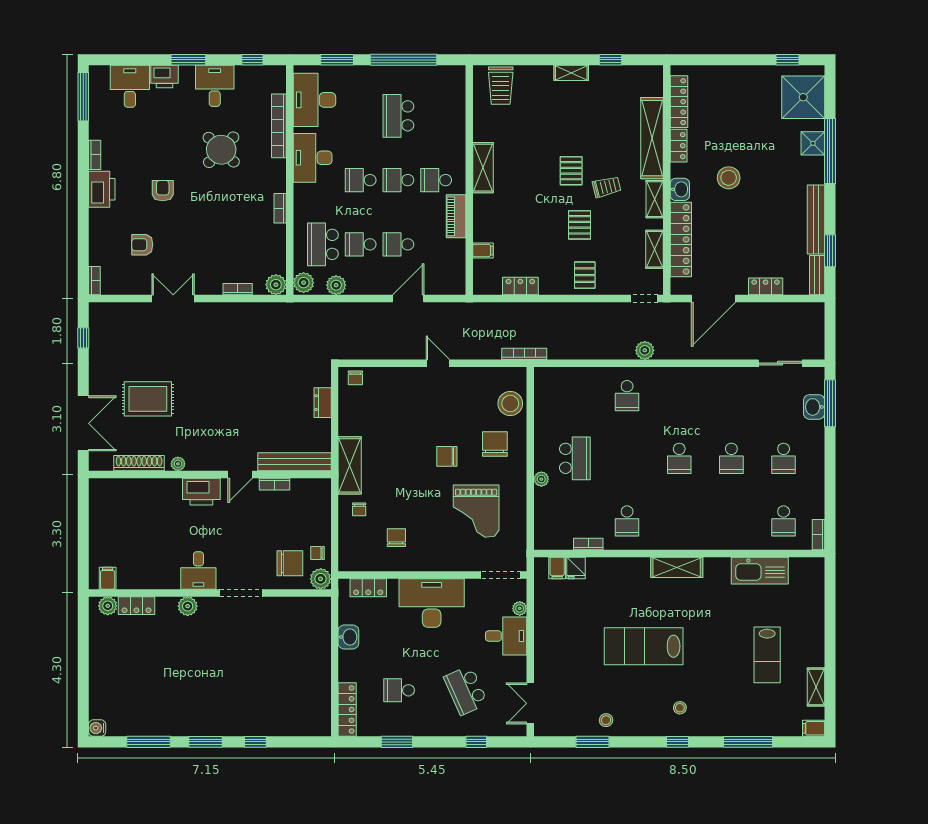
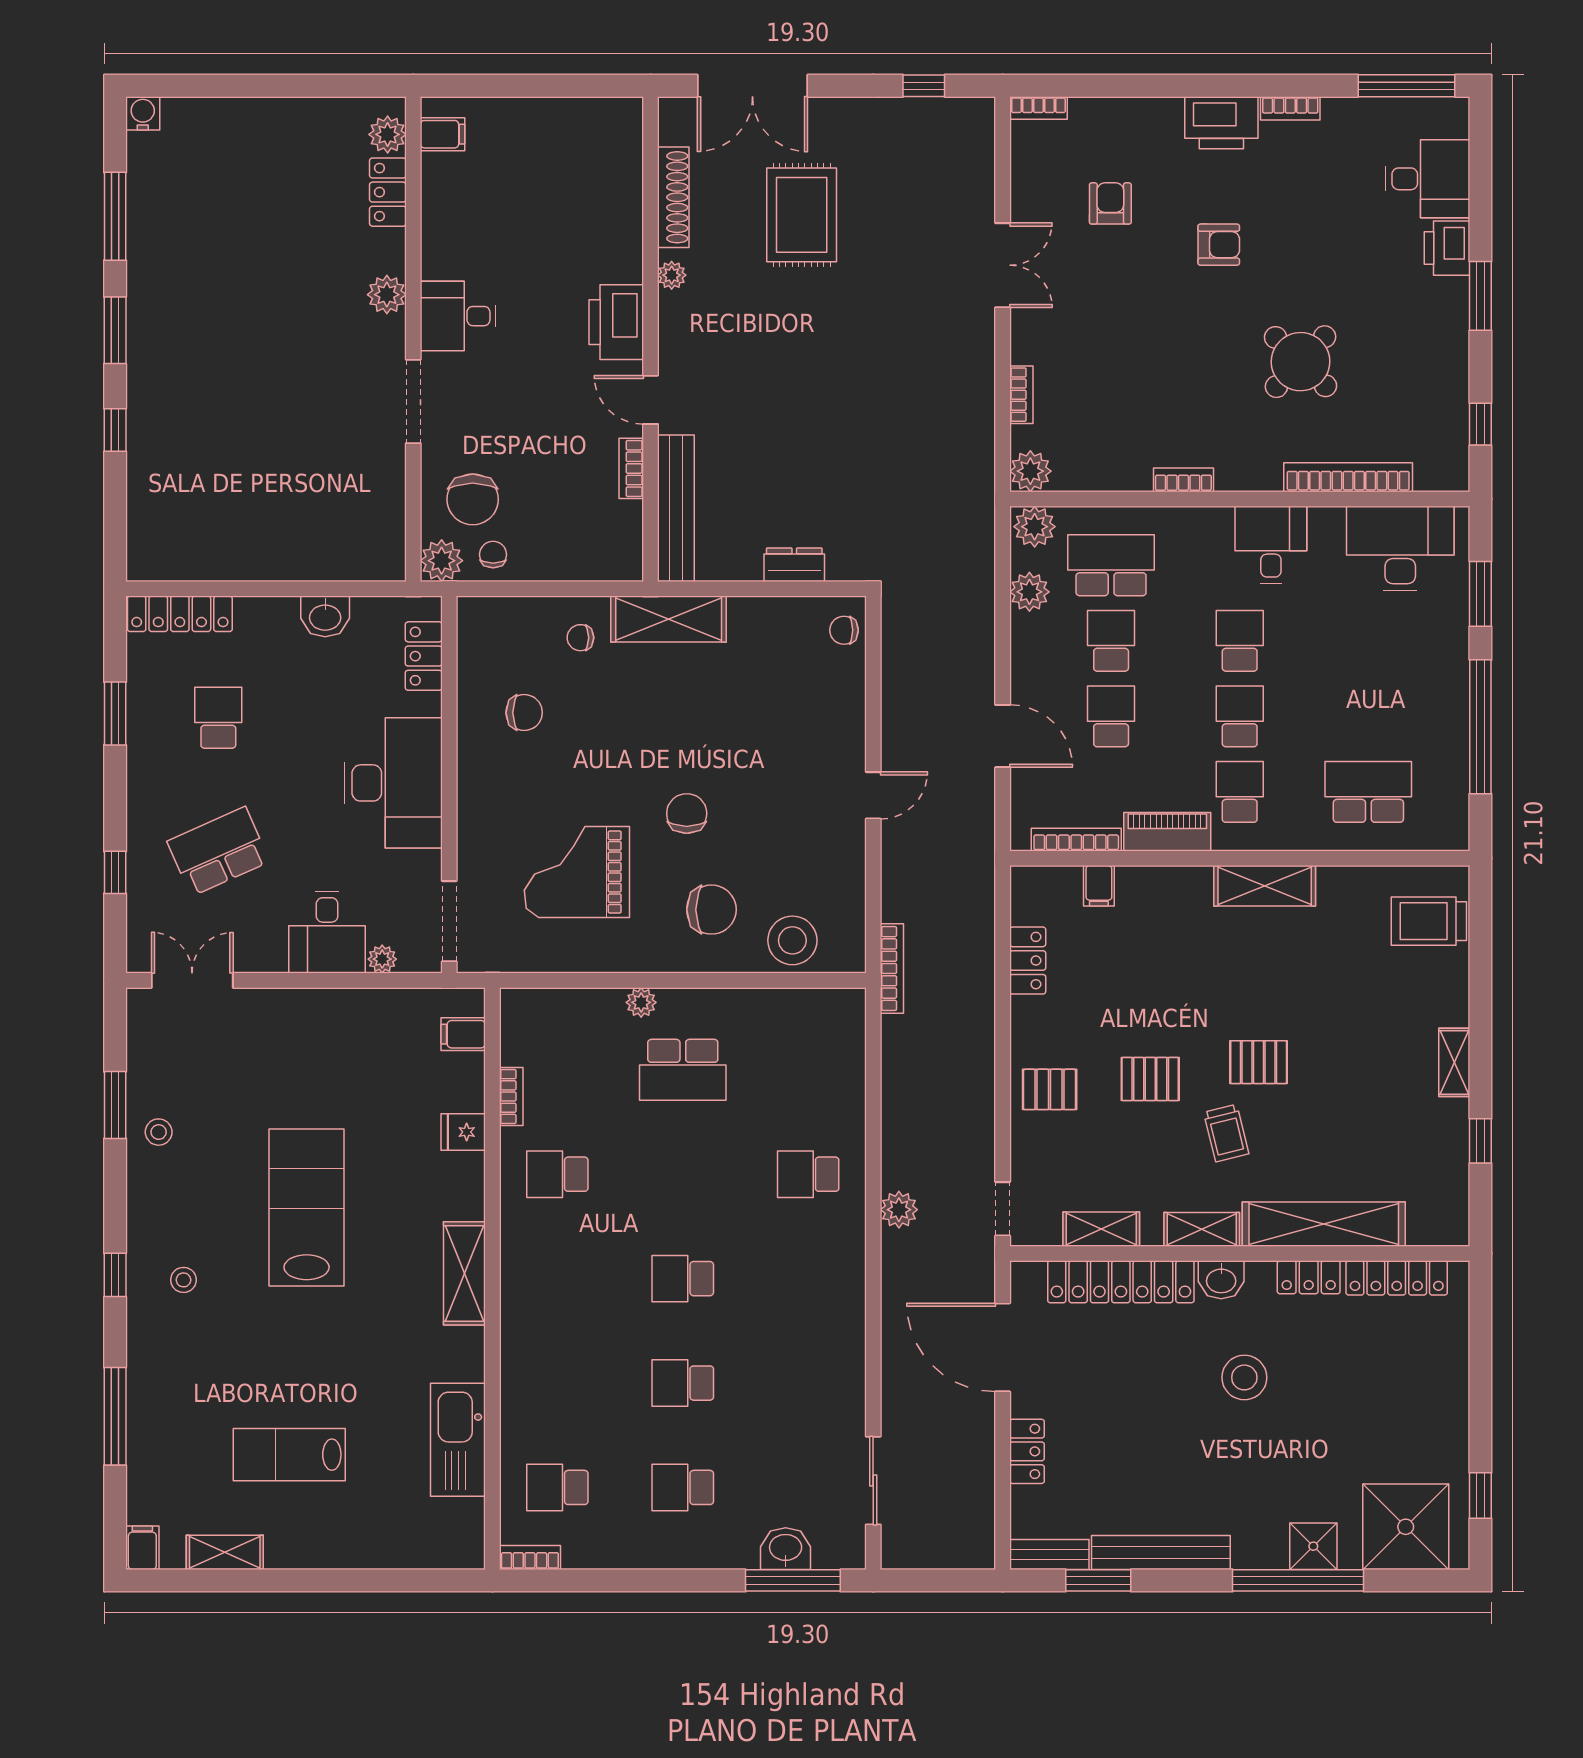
desk: (215, 86) -> (1428, 349), removed
school desk: (398, 116) -> (1368, 792), moved
desk: (313, 158) -> (1271, 545), width x0.73
bookcase: (460, 262) -> (1076, 840), added
fridge: (576, 568) -> (463, 1132), moved

